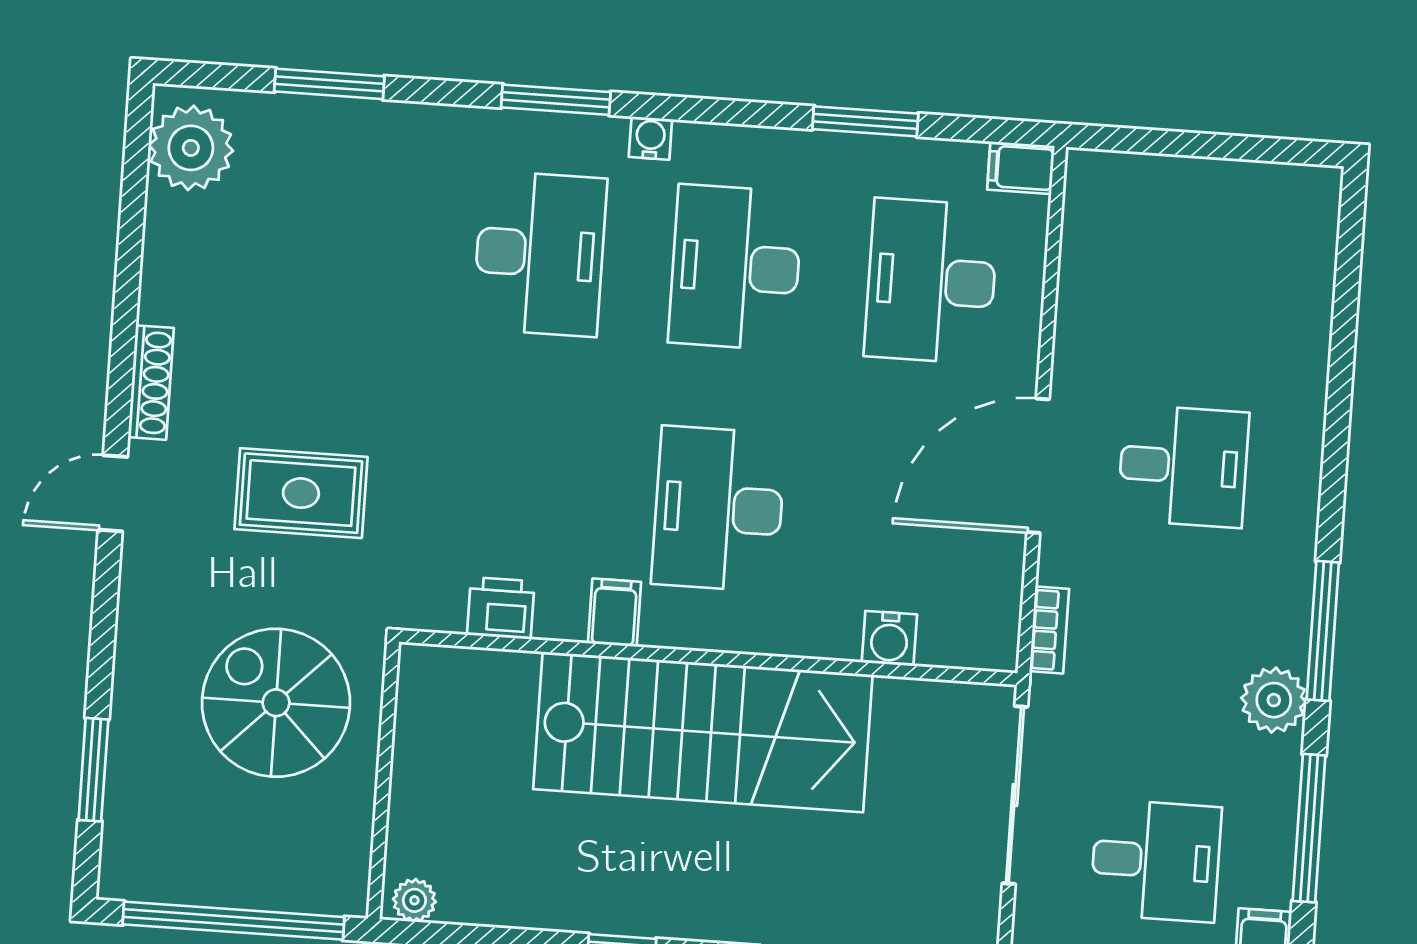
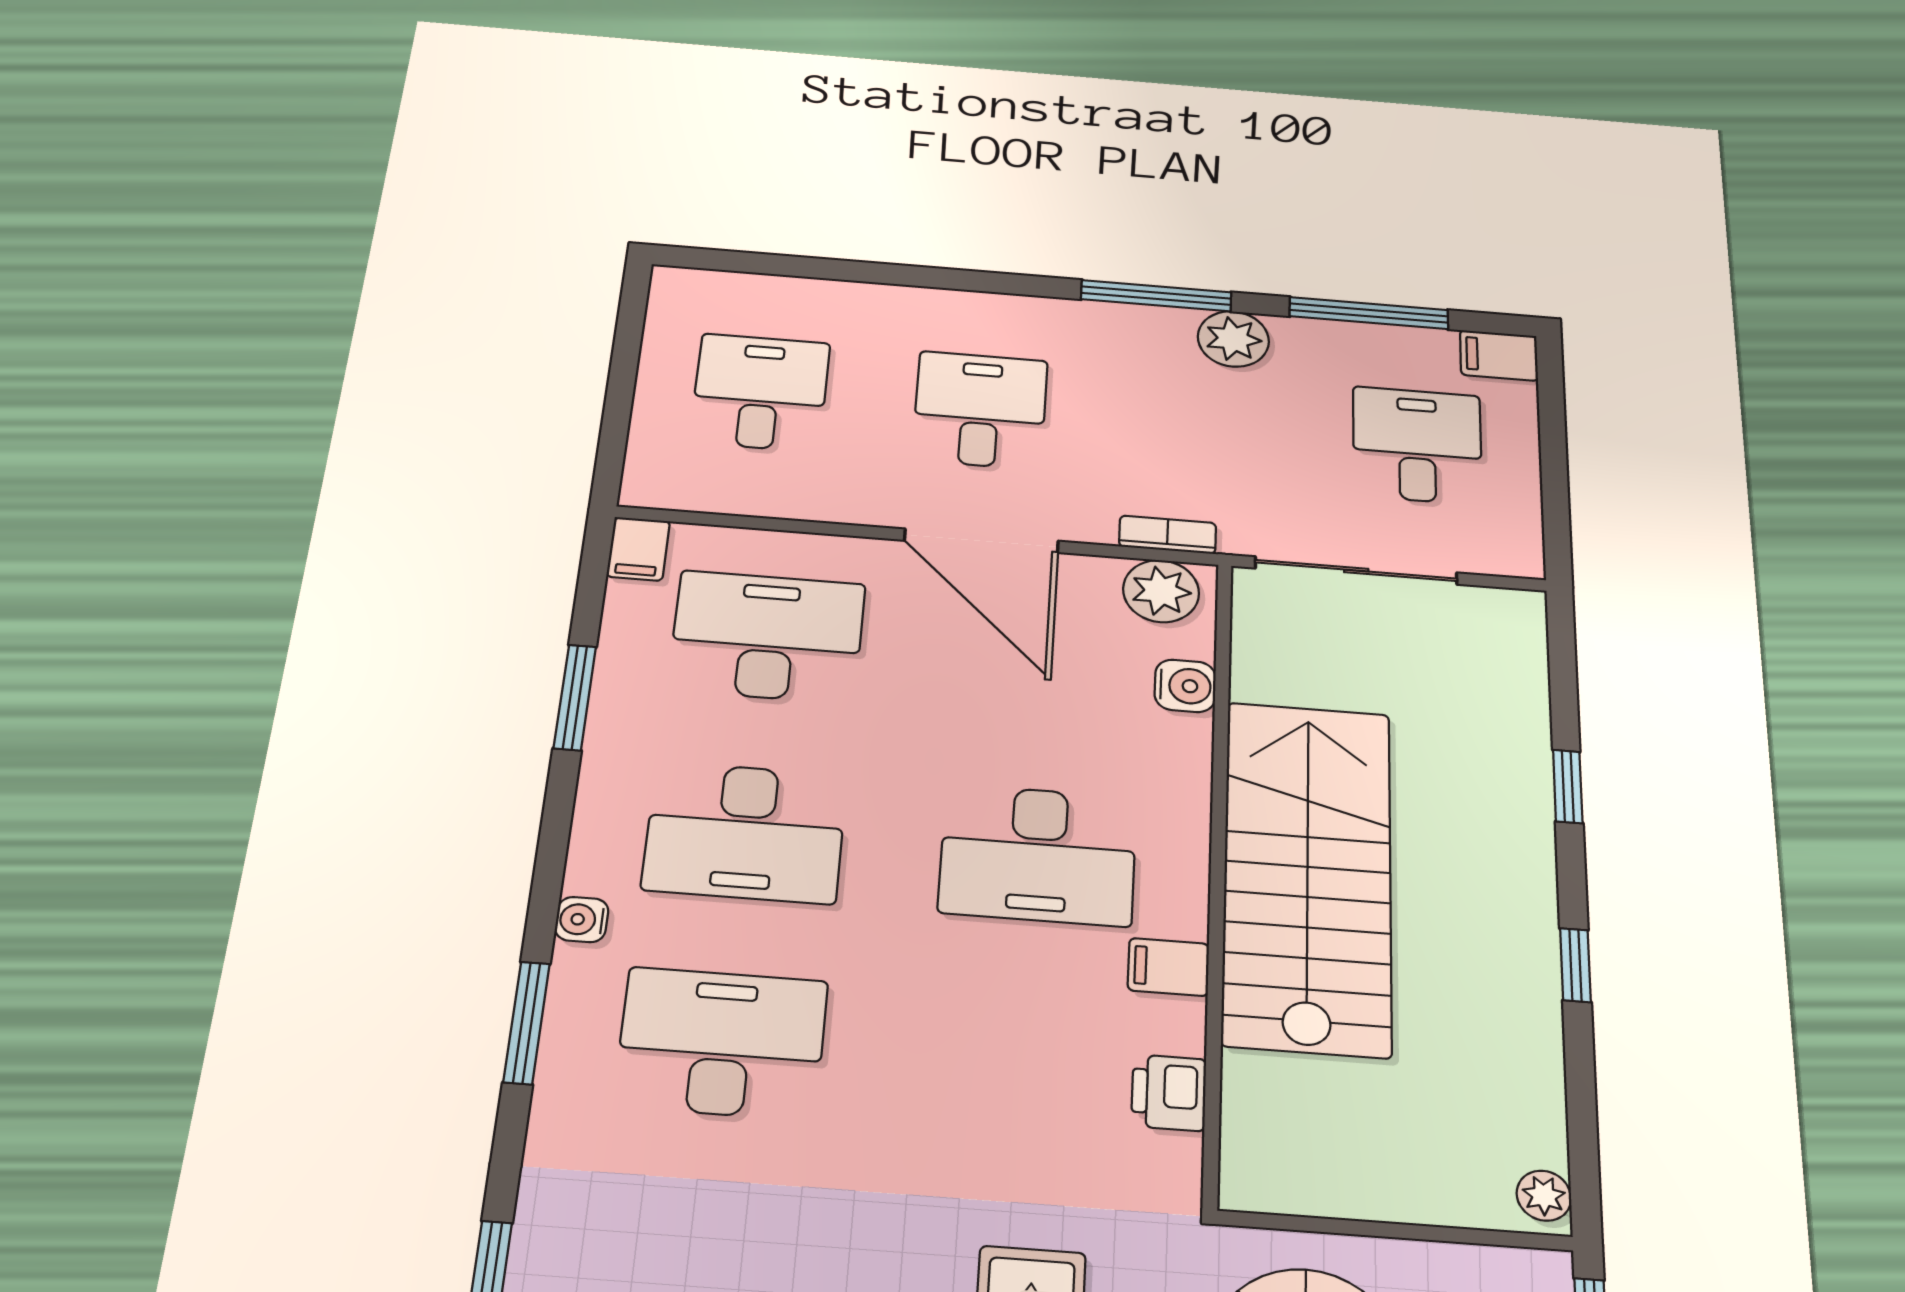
desk: (1197, 269) -> (760, 392), added
desk: (931, 281) -> (767, 637), turned 180
plant: (988, 622) -> (1161, 591), added

